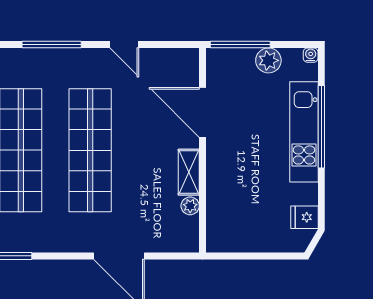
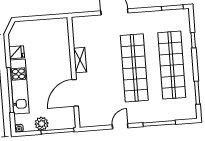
door: (124, 45) -> (120, 126), hinge flipped
door: (202, 112) -> (75, 93), swing flipped
plant: (190, 206) -> (78, 42), removed
fridge: (305, 217) -> (17, 52), moved

